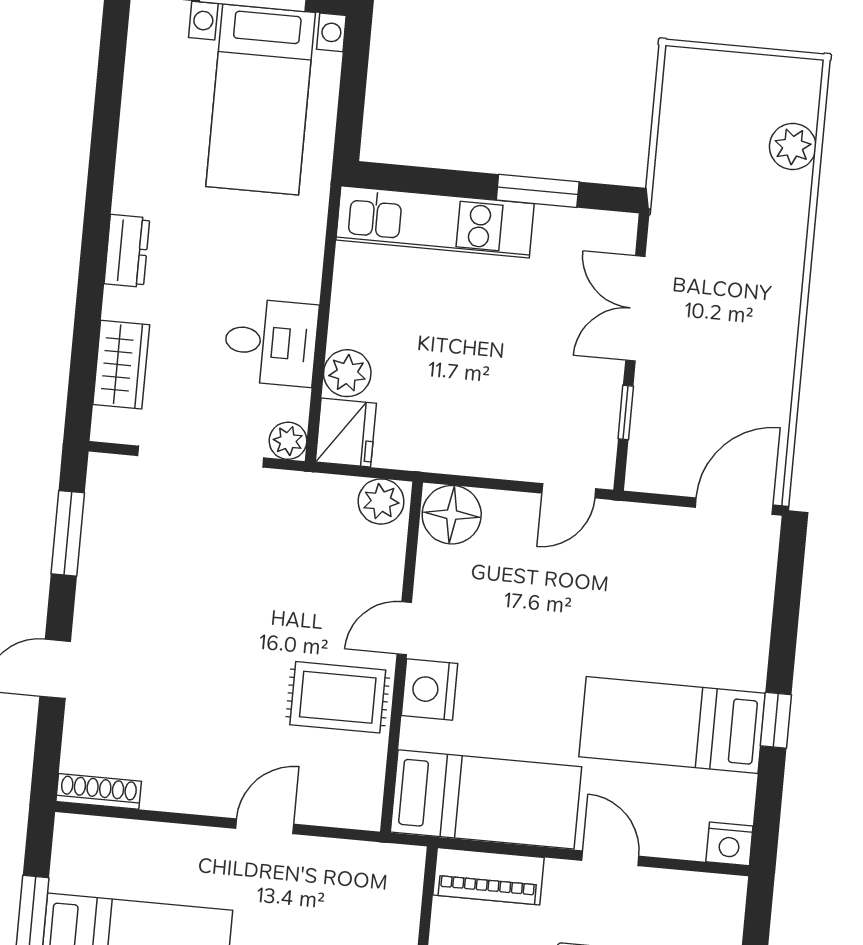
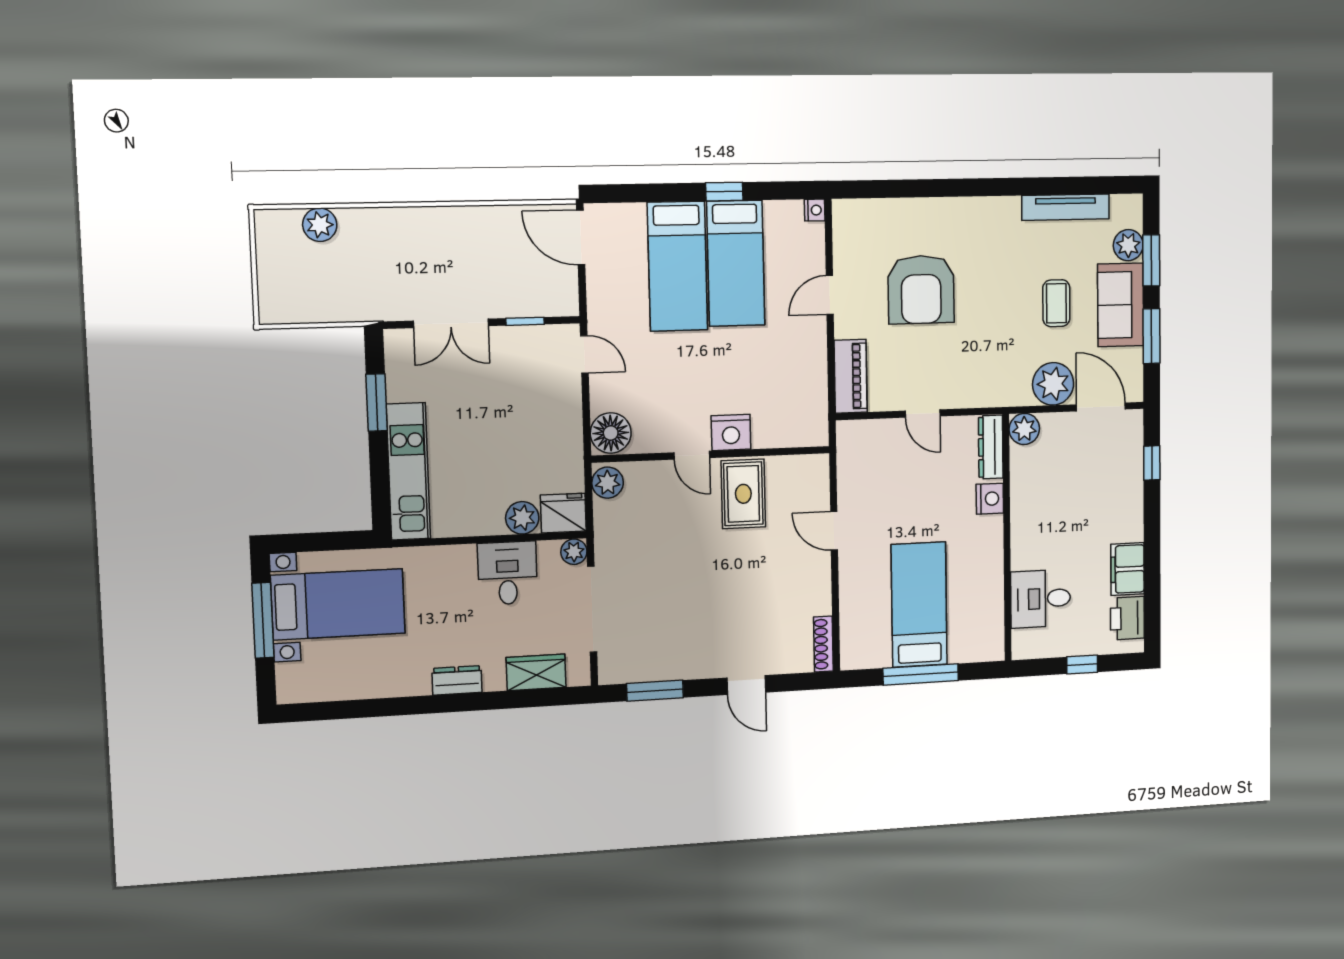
bed: (486, 799) -> (677, 266), moved, turned 180
nightstand: (729, 844) -> (815, 210), width x0.72, depth x0.74

